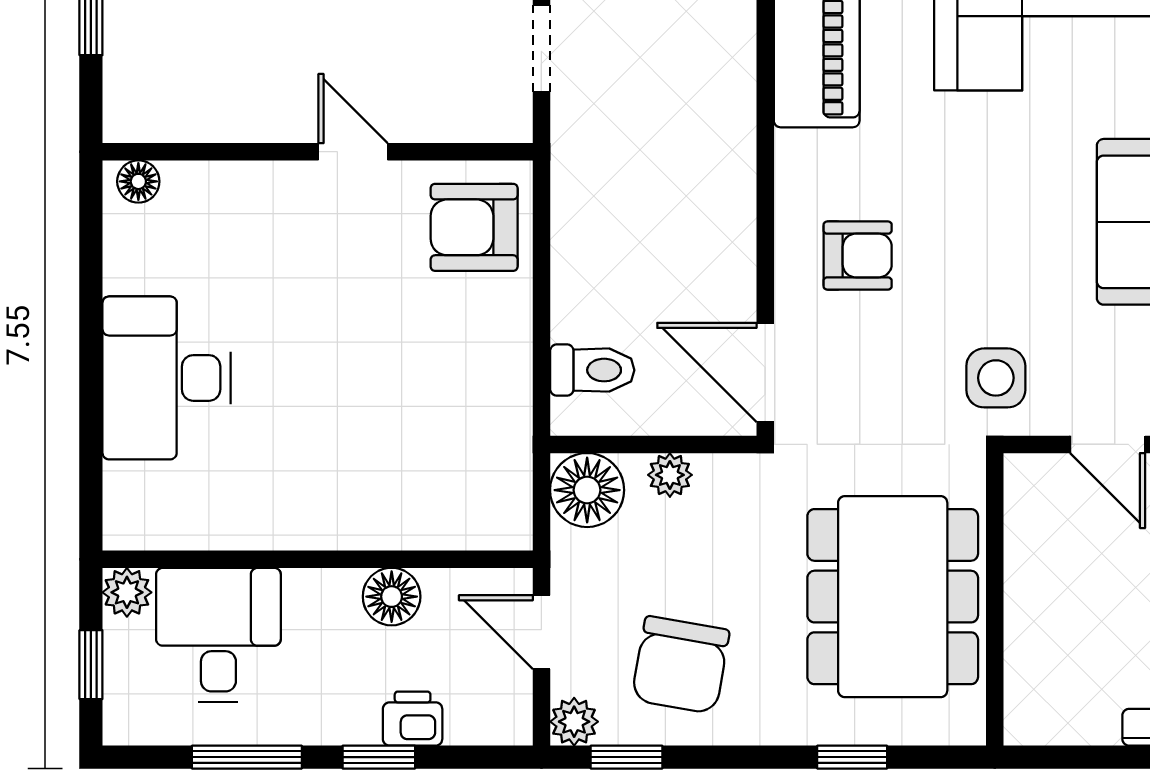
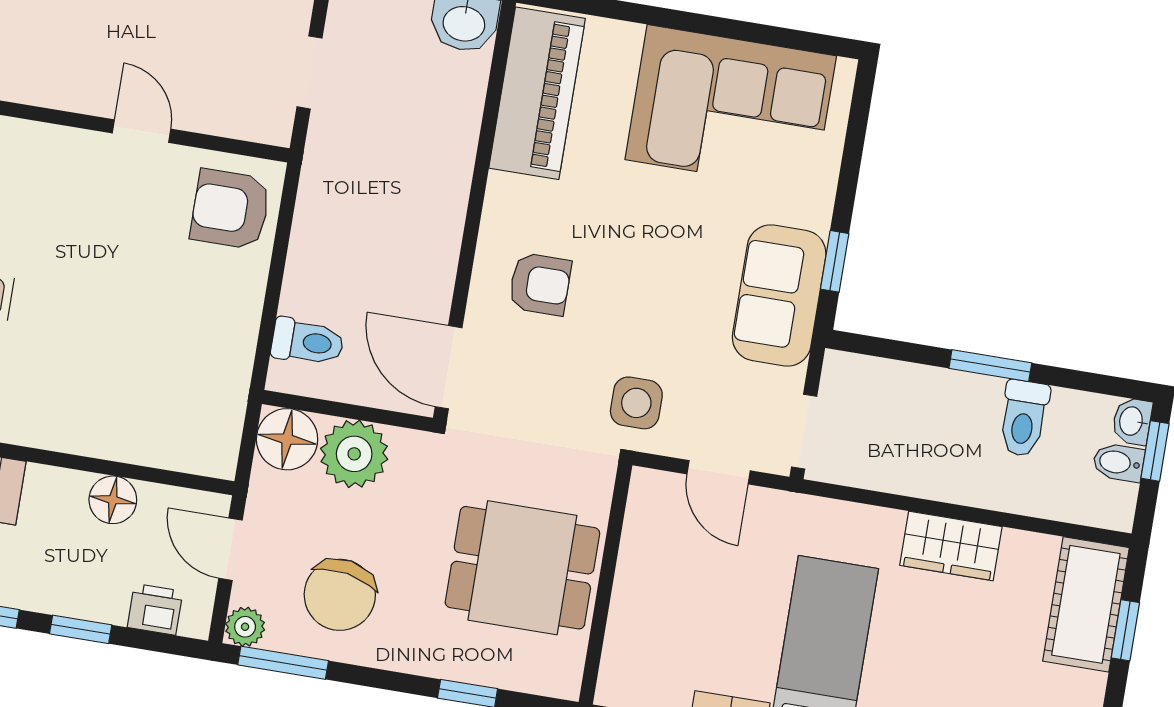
plant: (670, 475) -> (354, 454), width x1.88, depth x1.88
dining table: (893, 597) -> (522, 568), width x0.73
printer: (413, 719) -> (155, 609), moved
window: (627, 757) -> (283, 663), width x1.50

